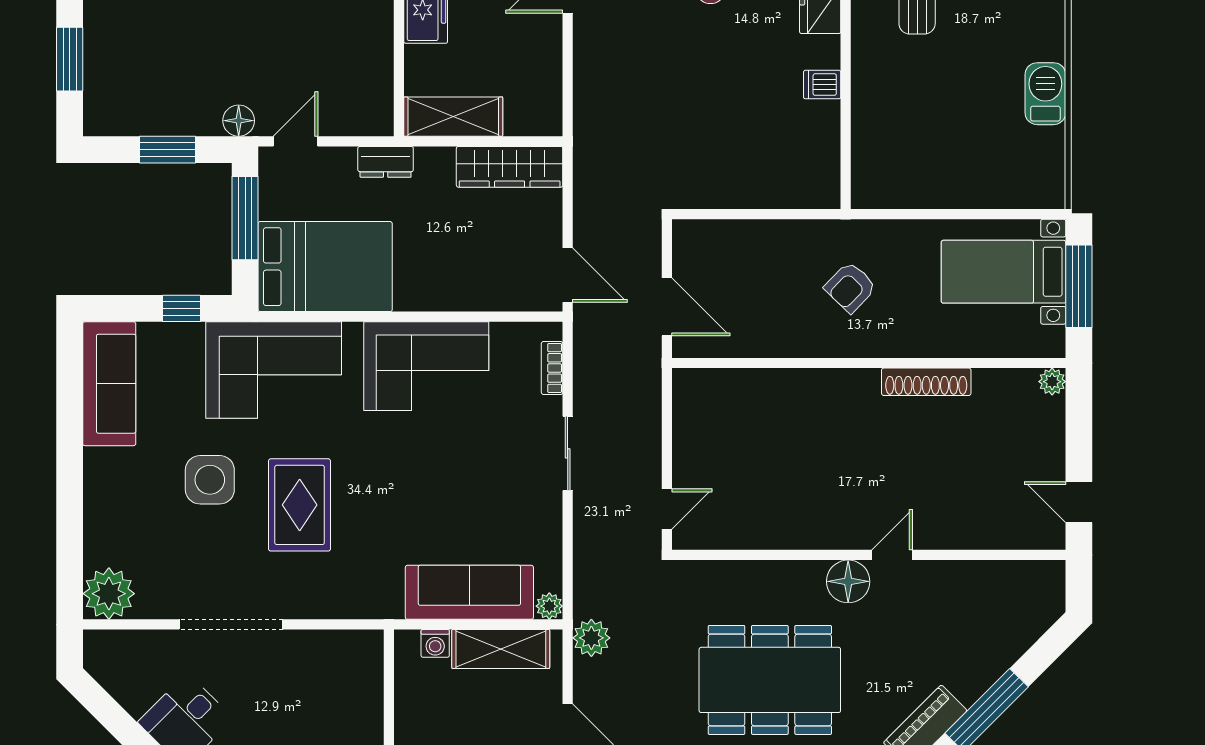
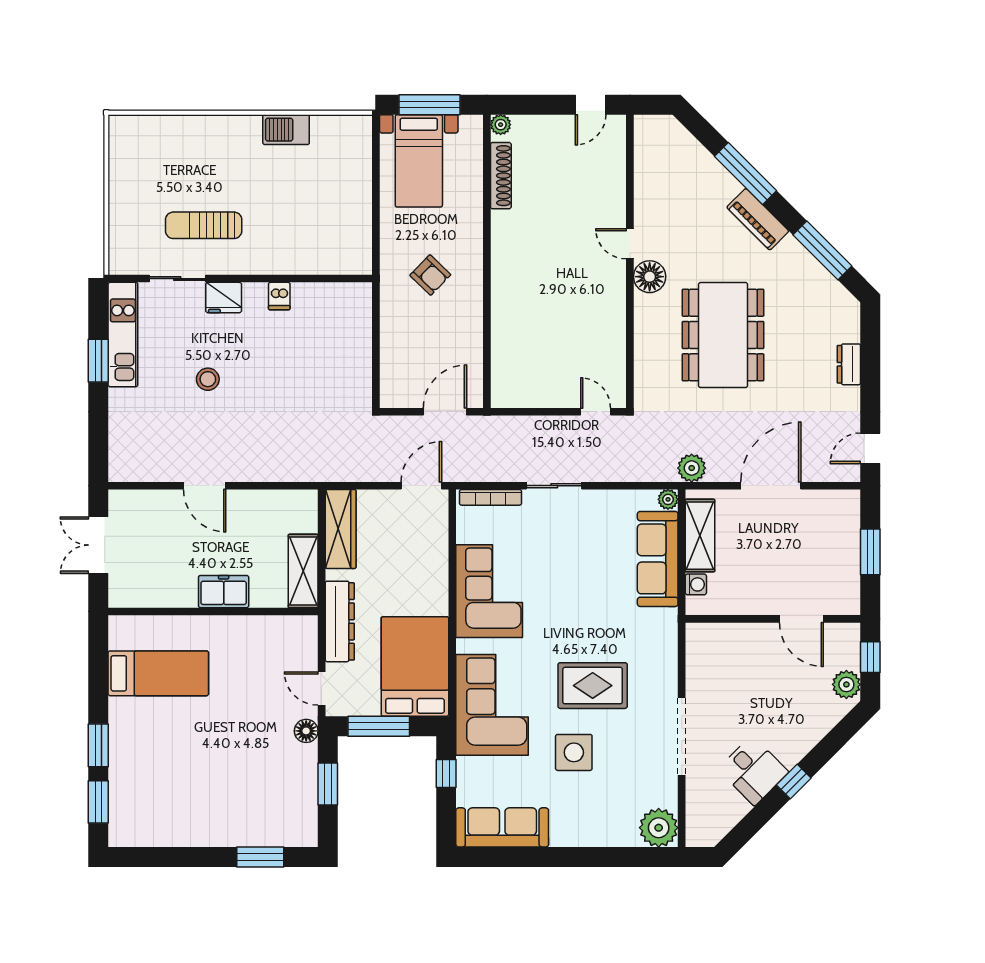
dresser: (386, 162) -> (340, 621), width x1.96, depth x1.24
bookcase: (552, 368) -> (491, 497), width x1.56
shoe rack: (926, 382) -> (501, 176), moved

